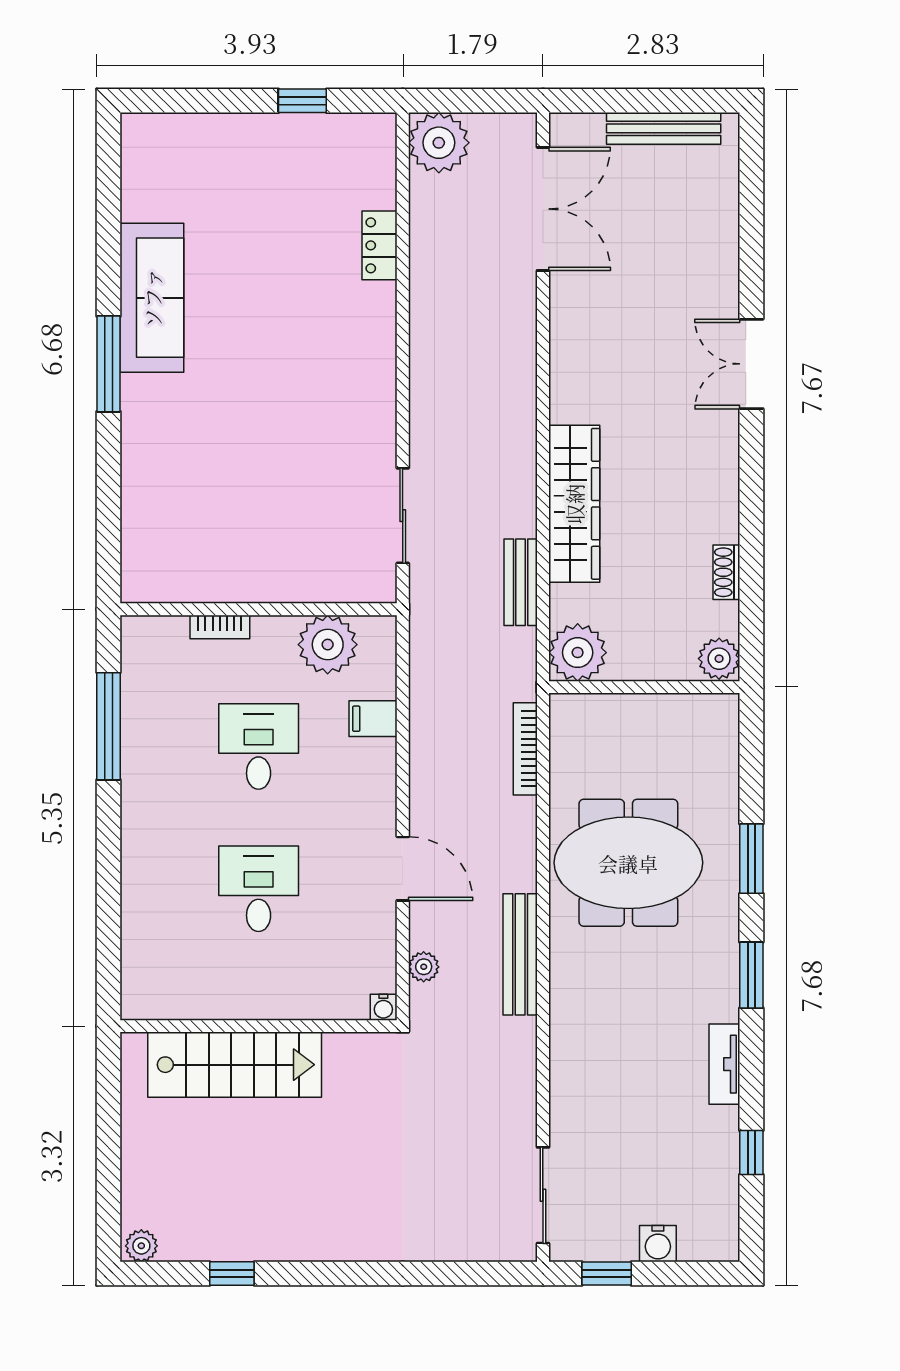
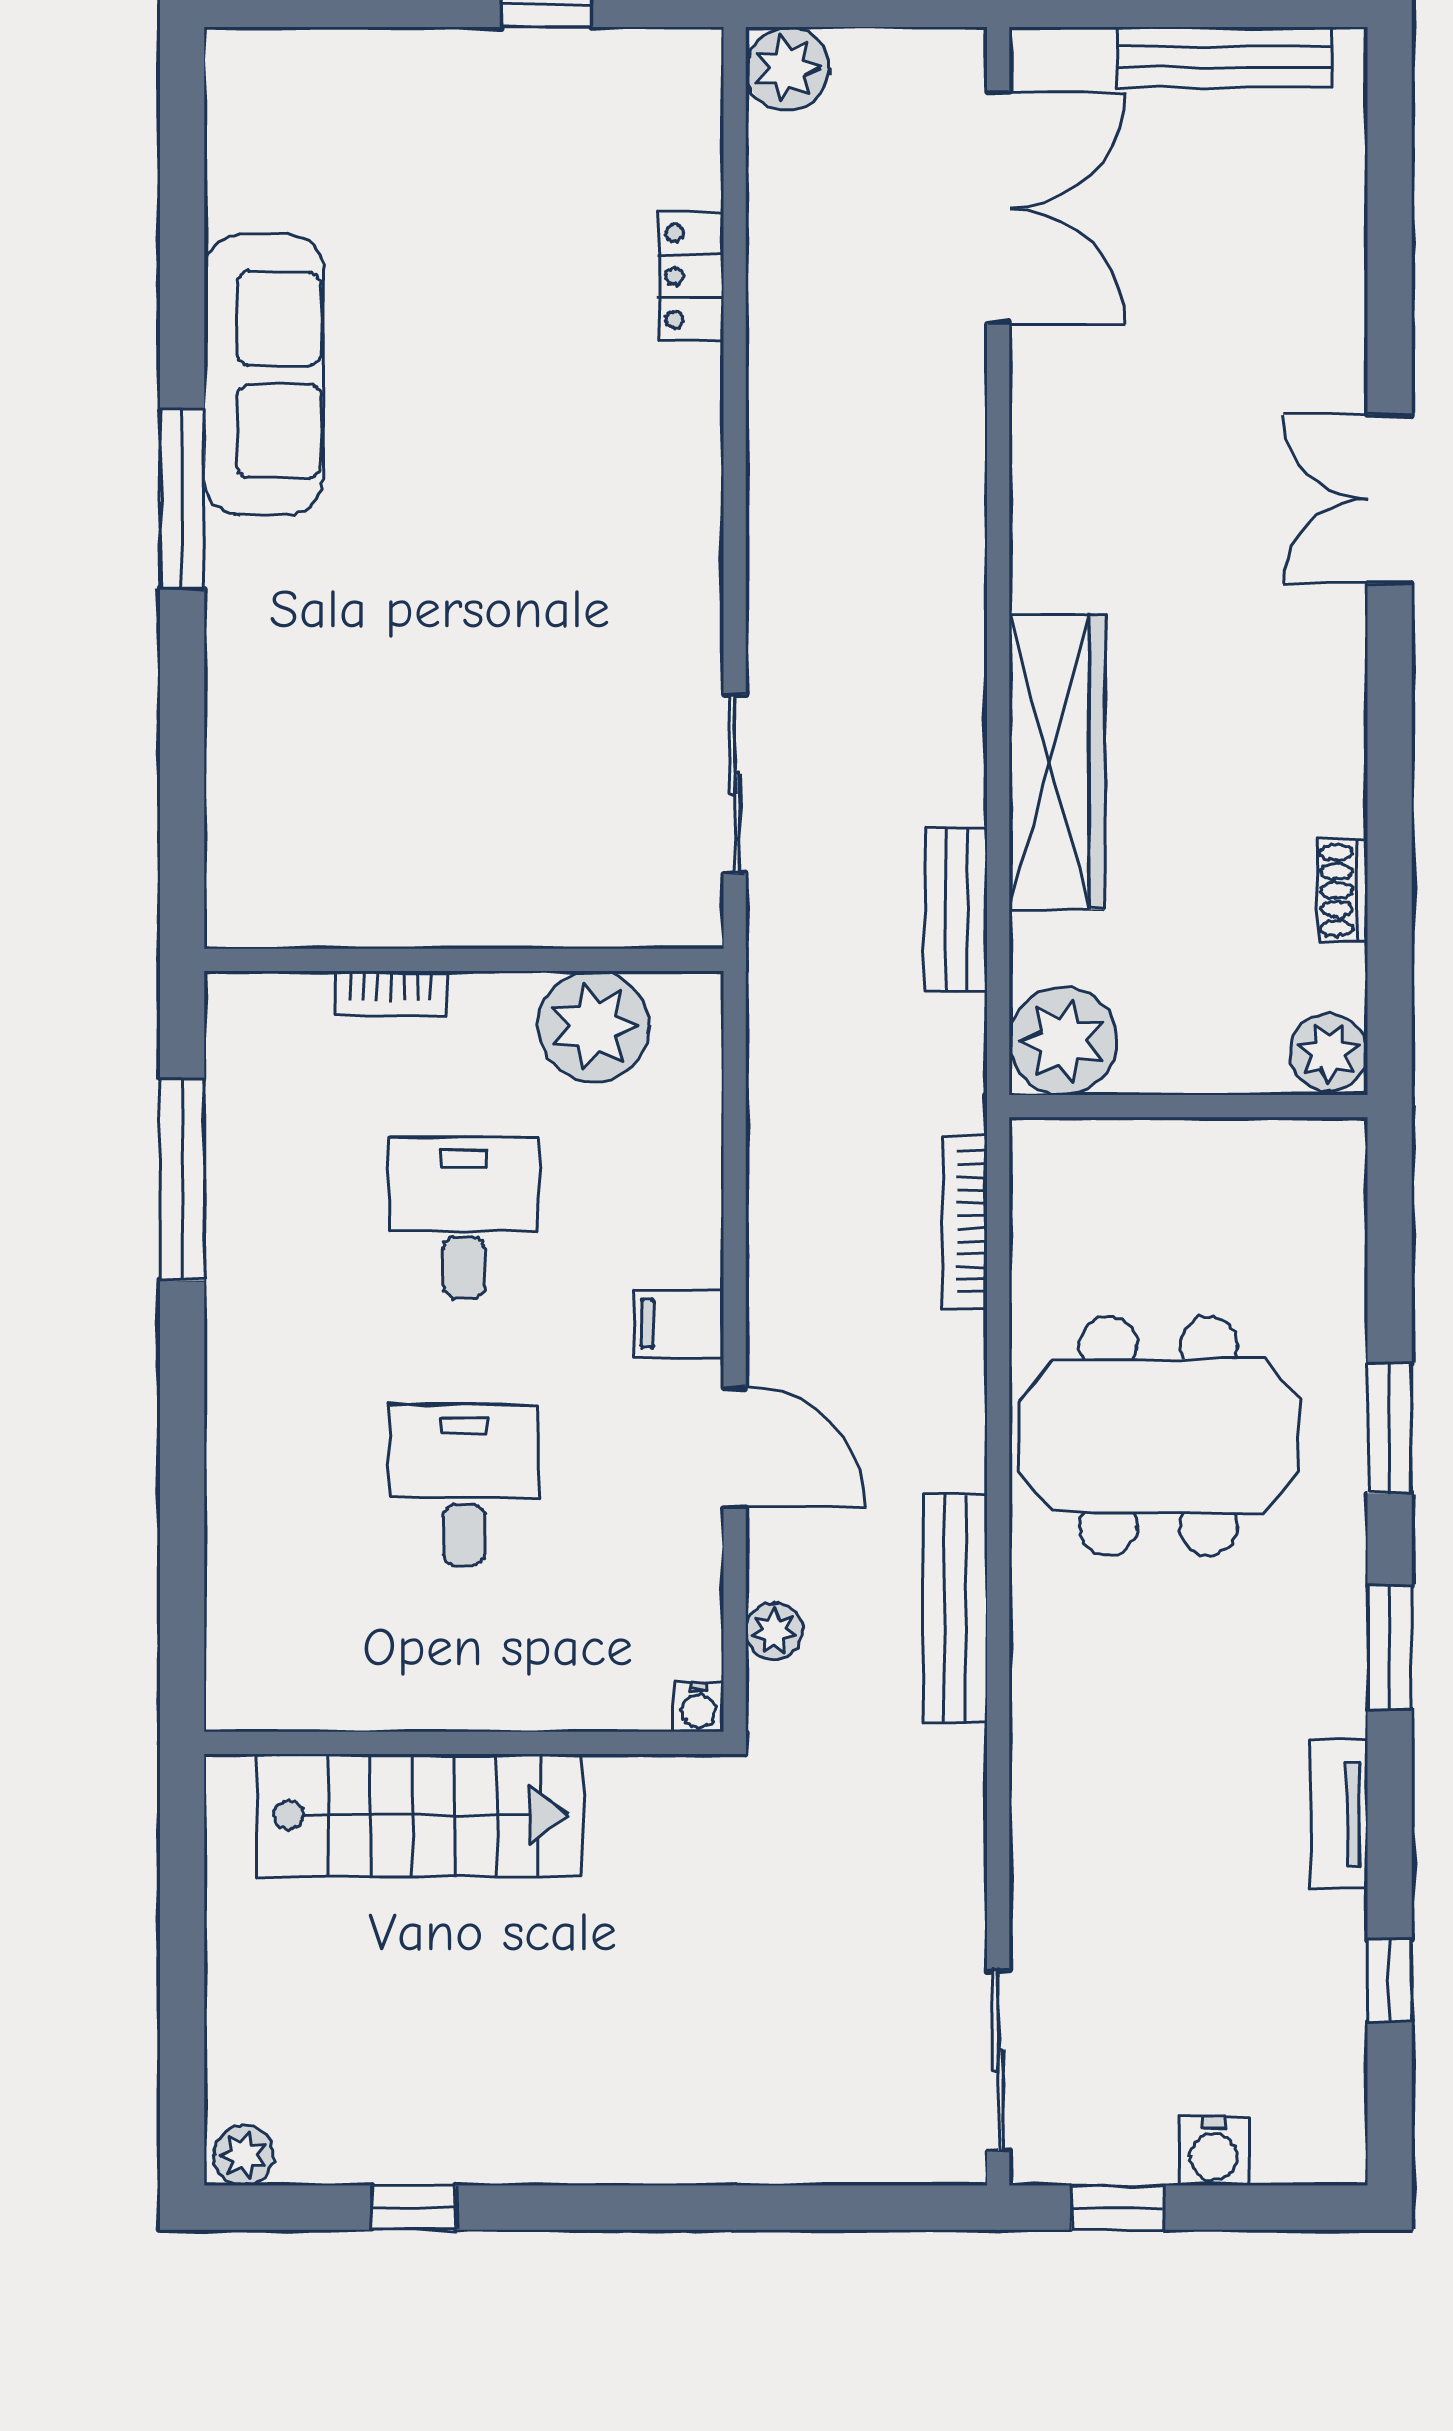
plant: (439, 143) -> (787, 68), width x0.73, depth x0.73
filing cabinet: (373, 719) -> (679, 1324), moved

